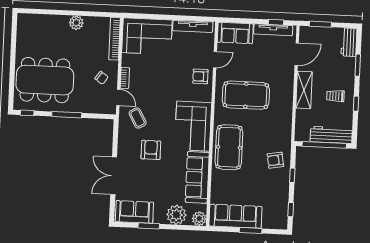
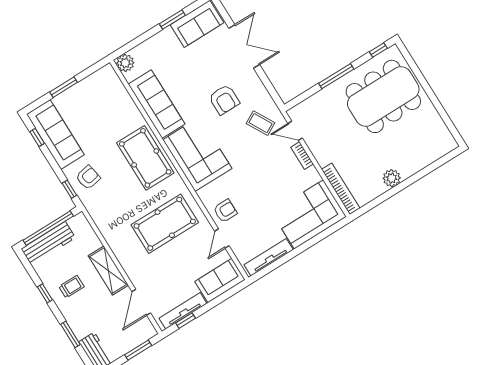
chair: (102, 78) -> (326, 139), removed
window: (292, 175) -> (69, 189), moved
plant: (176, 215) -> (152, 51), removed
sofa: (235, 216) -> (55, 134), moved, turned -90

